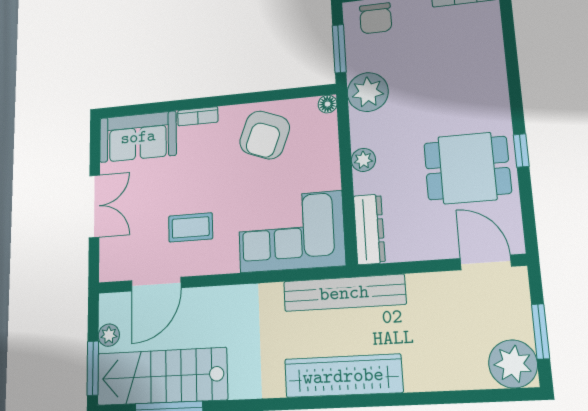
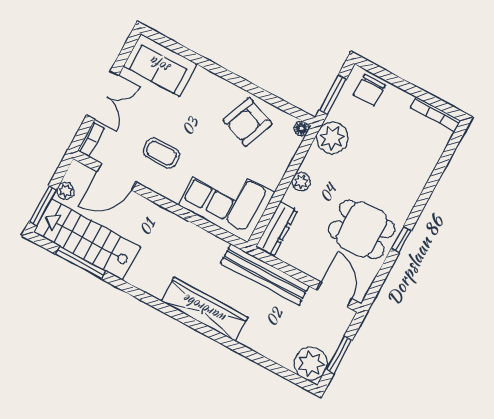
bookcase: (198, 116) -> (91, 139), moved, turned -90
bench: (344, 293) -> (265, 275), moved

